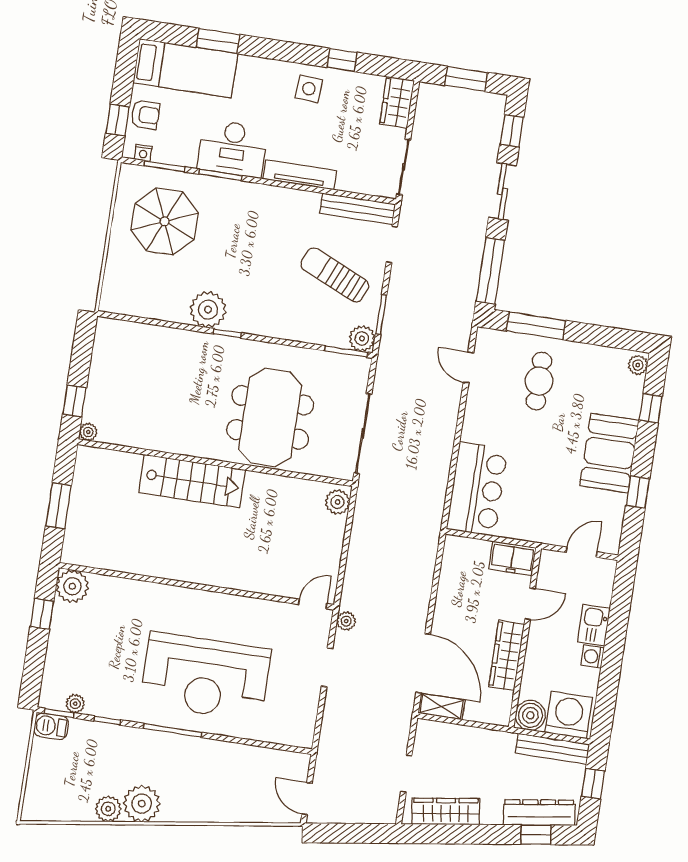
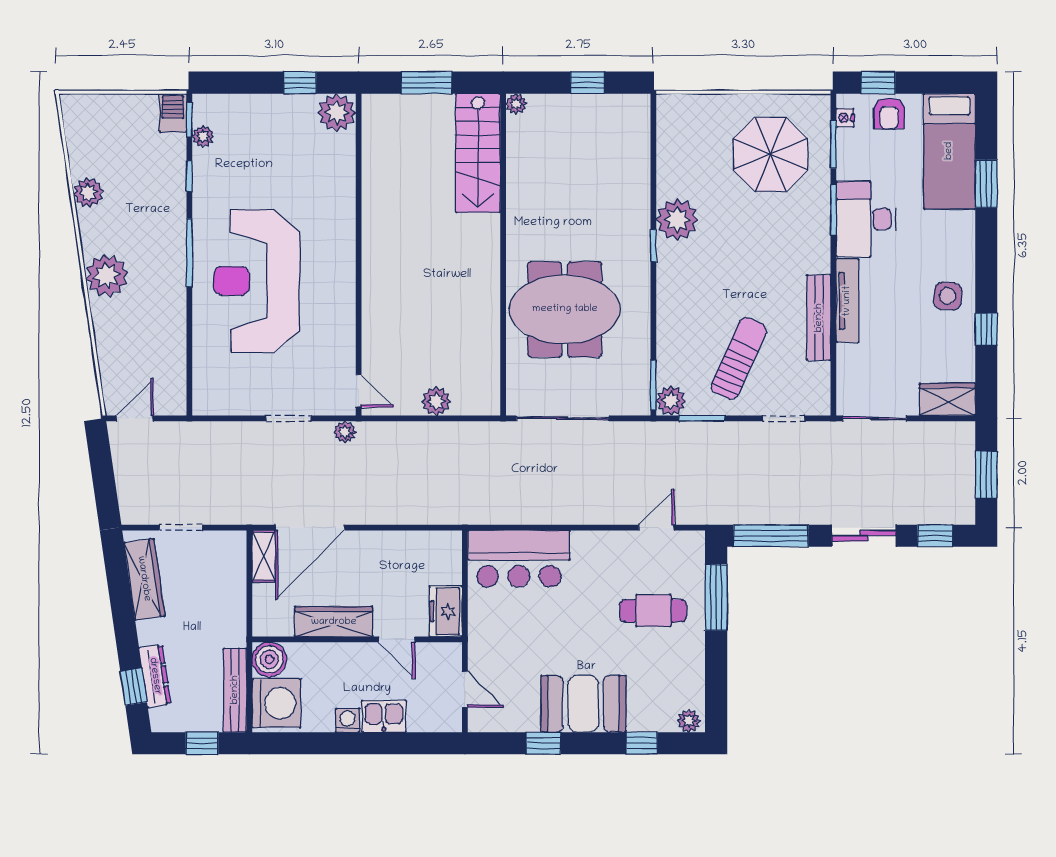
bench: (358, 209) -> (819, 318), moved
window: (74, 401) -> (588, 83), moved
stairs: (192, 481) -> (478, 153), moved
plant: (337, 502) -> (436, 401), moved
plant: (142, 804) -> (107, 276), moved
dresser: (539, 813) -> (155, 676), width x0.73, depth x0.80

